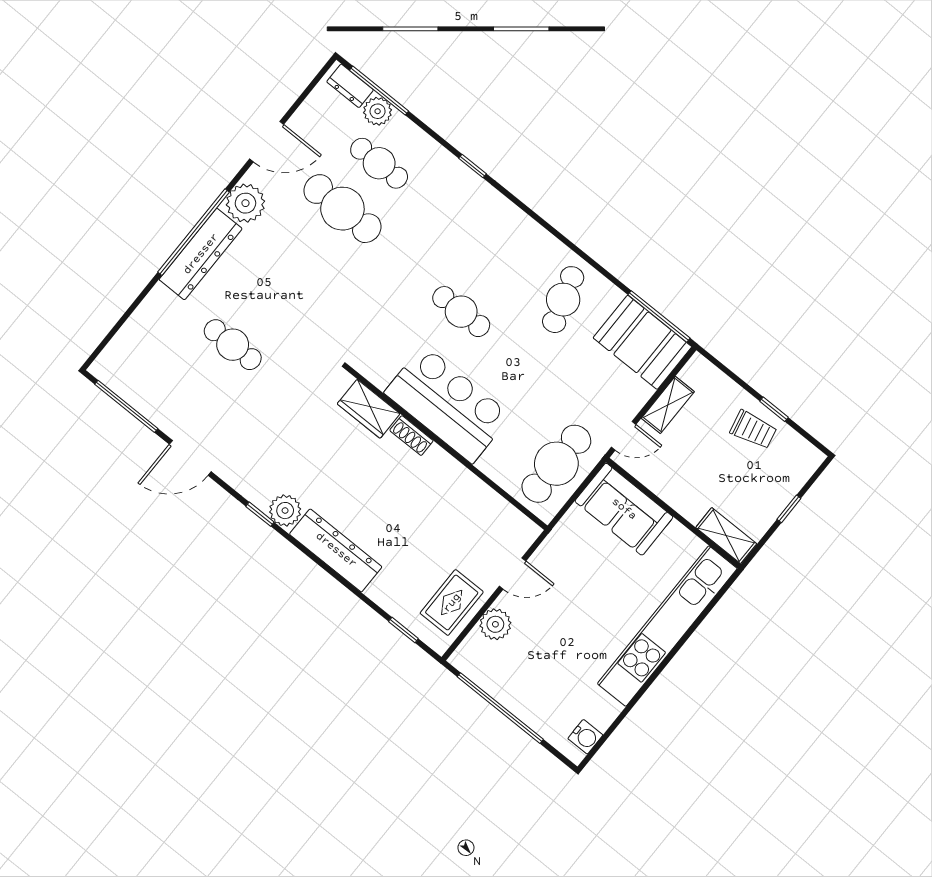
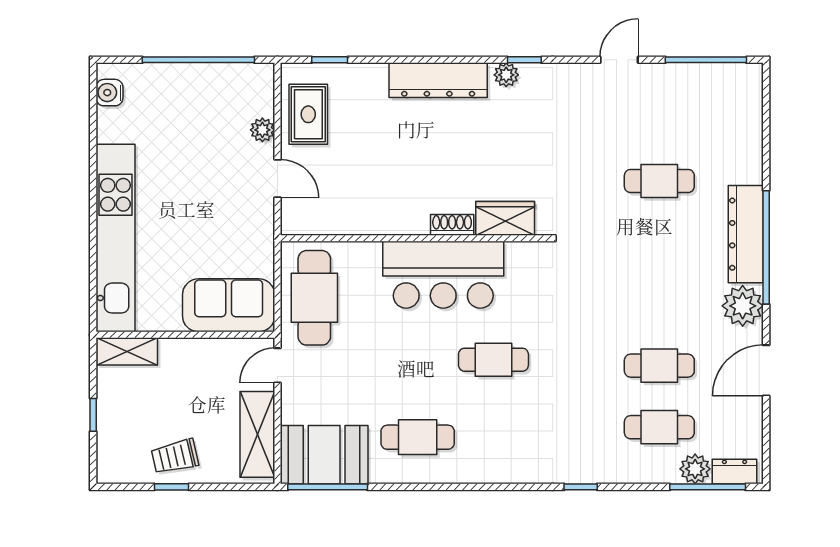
cafe table: (342, 209) -> (659, 366), width x0.73, depth x0.74
cafe table: (563, 300) -> (418, 437), turned -73
shelving: (668, 405) -> (257, 434), width x1.50, depth x1.33
door: (190, 458) -> (619, 60), width x0.73
plant: (285, 511) -> (506, 75), width x0.73, depth x0.73
door: (513, 574) -> (277, 178), swing flipped
plant: (495, 624) -> (262, 130), width x0.73, depth x0.73

